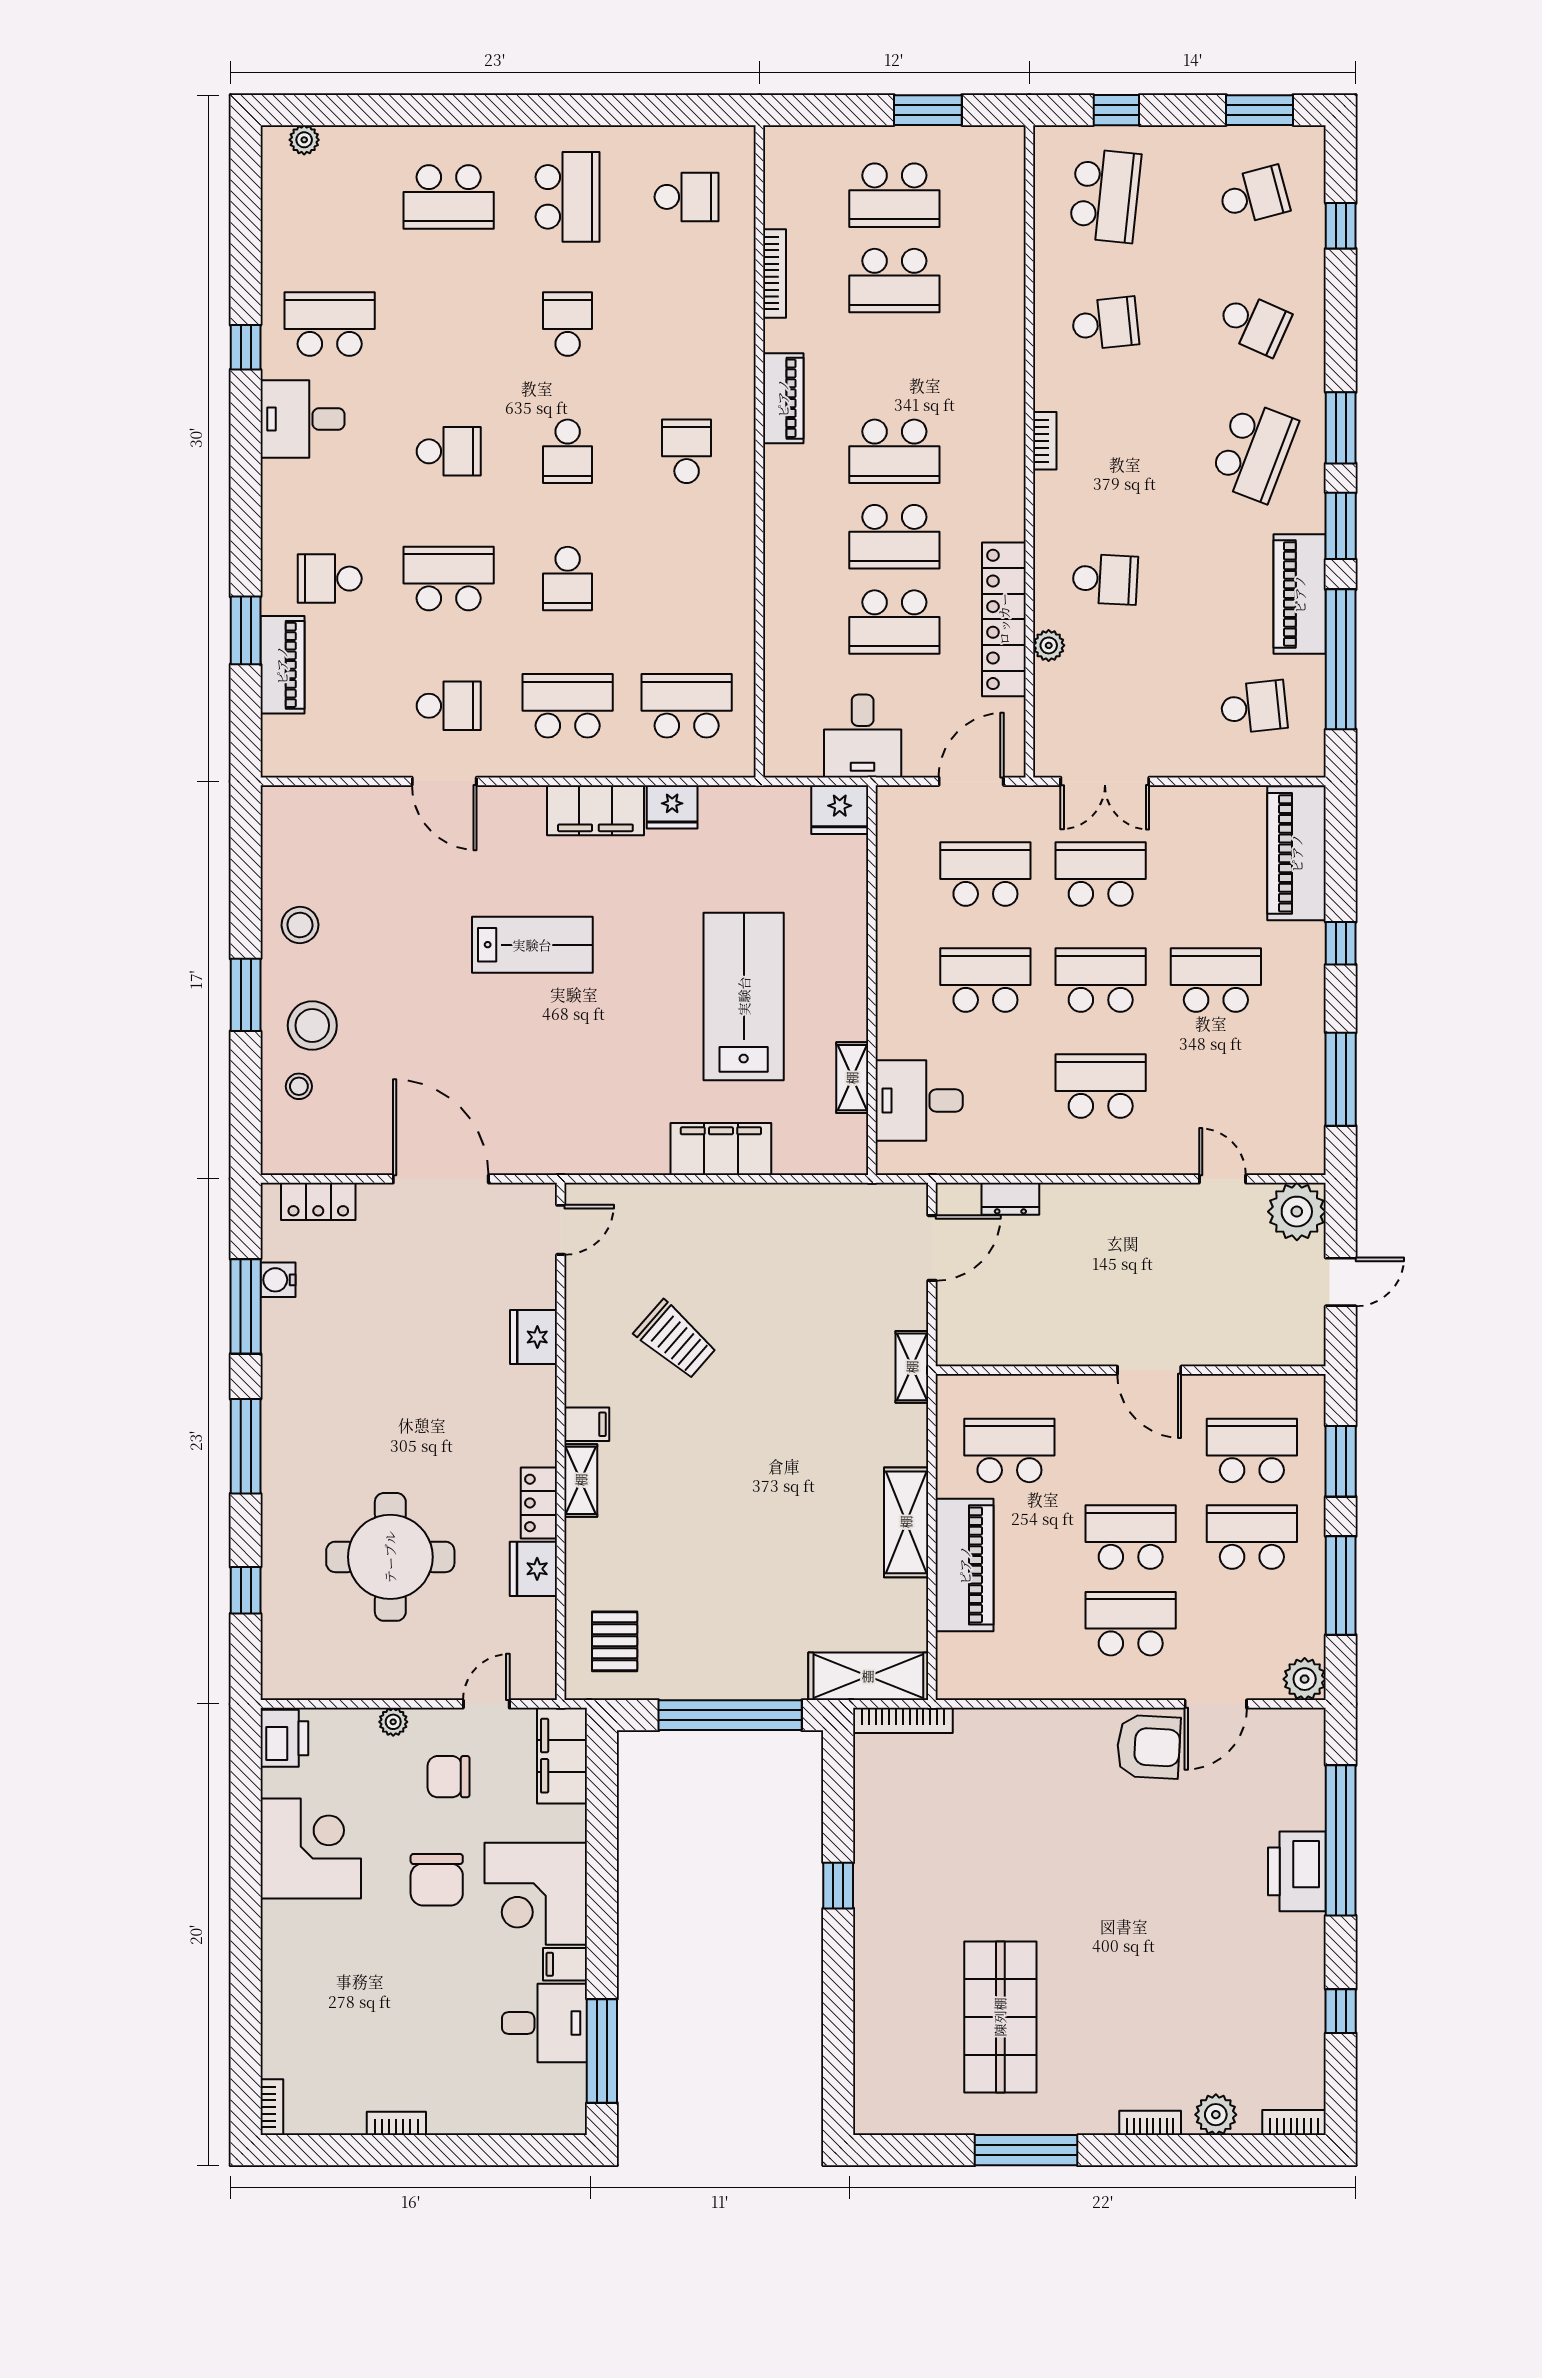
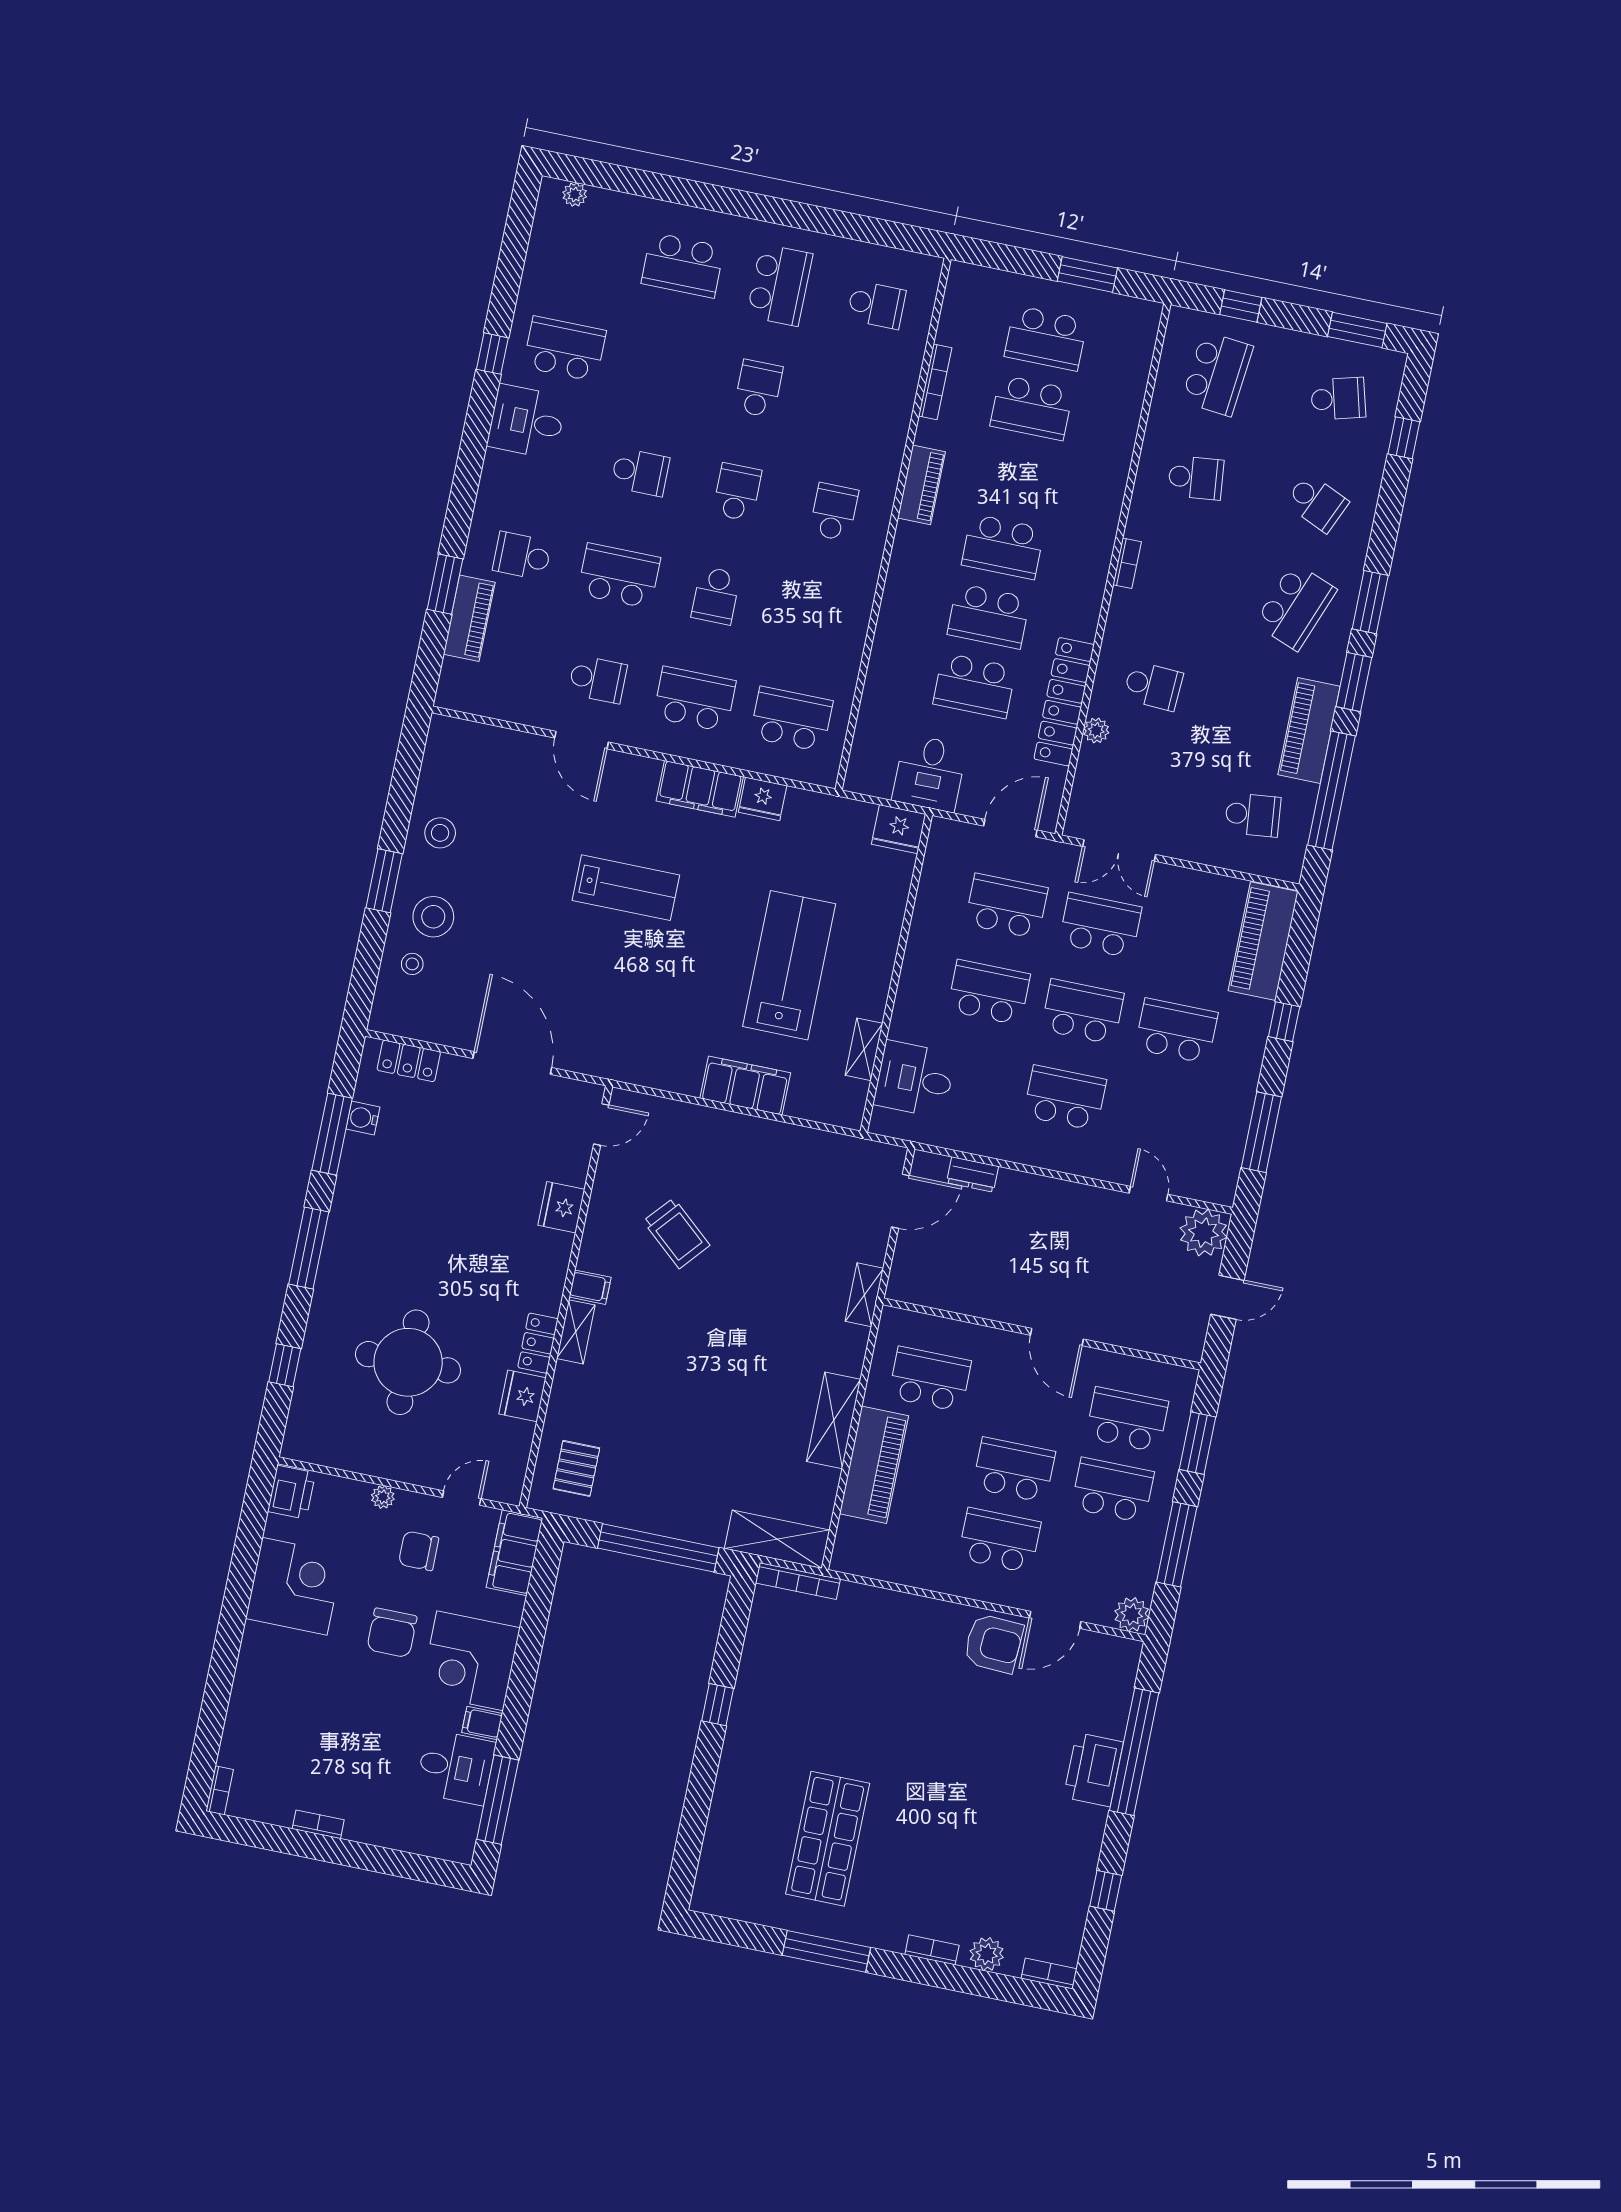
school desk: (568, 451) -> (737, 492), turned 180

